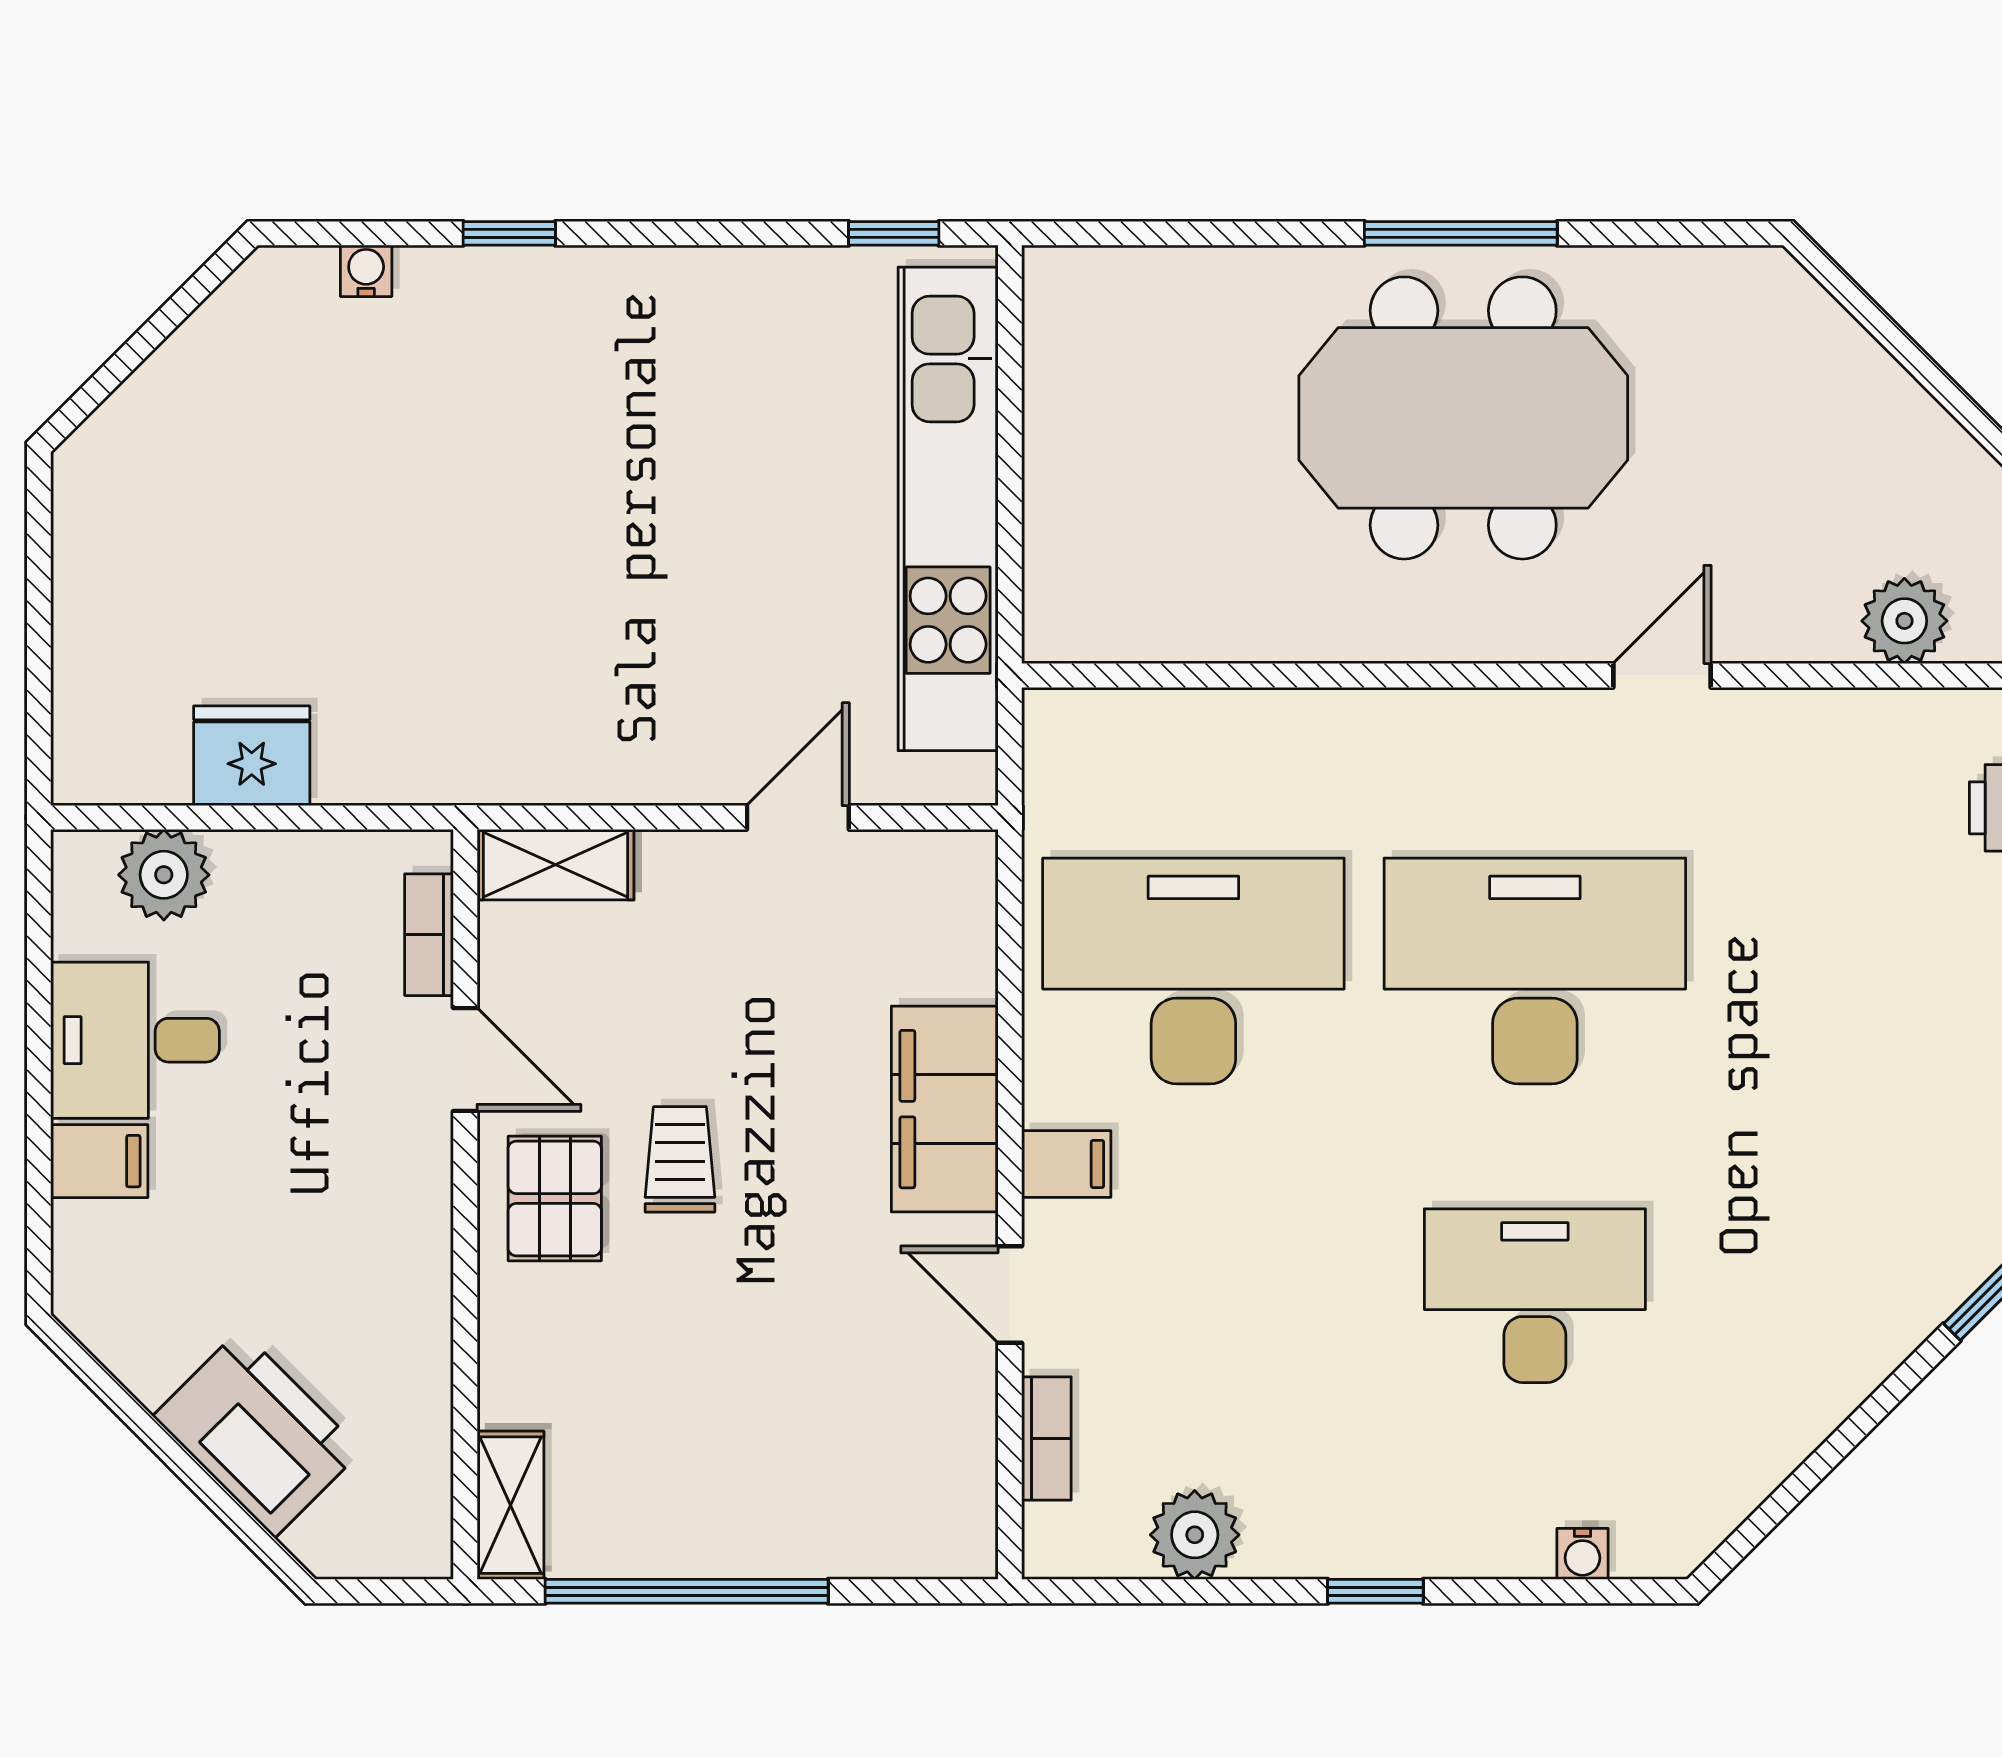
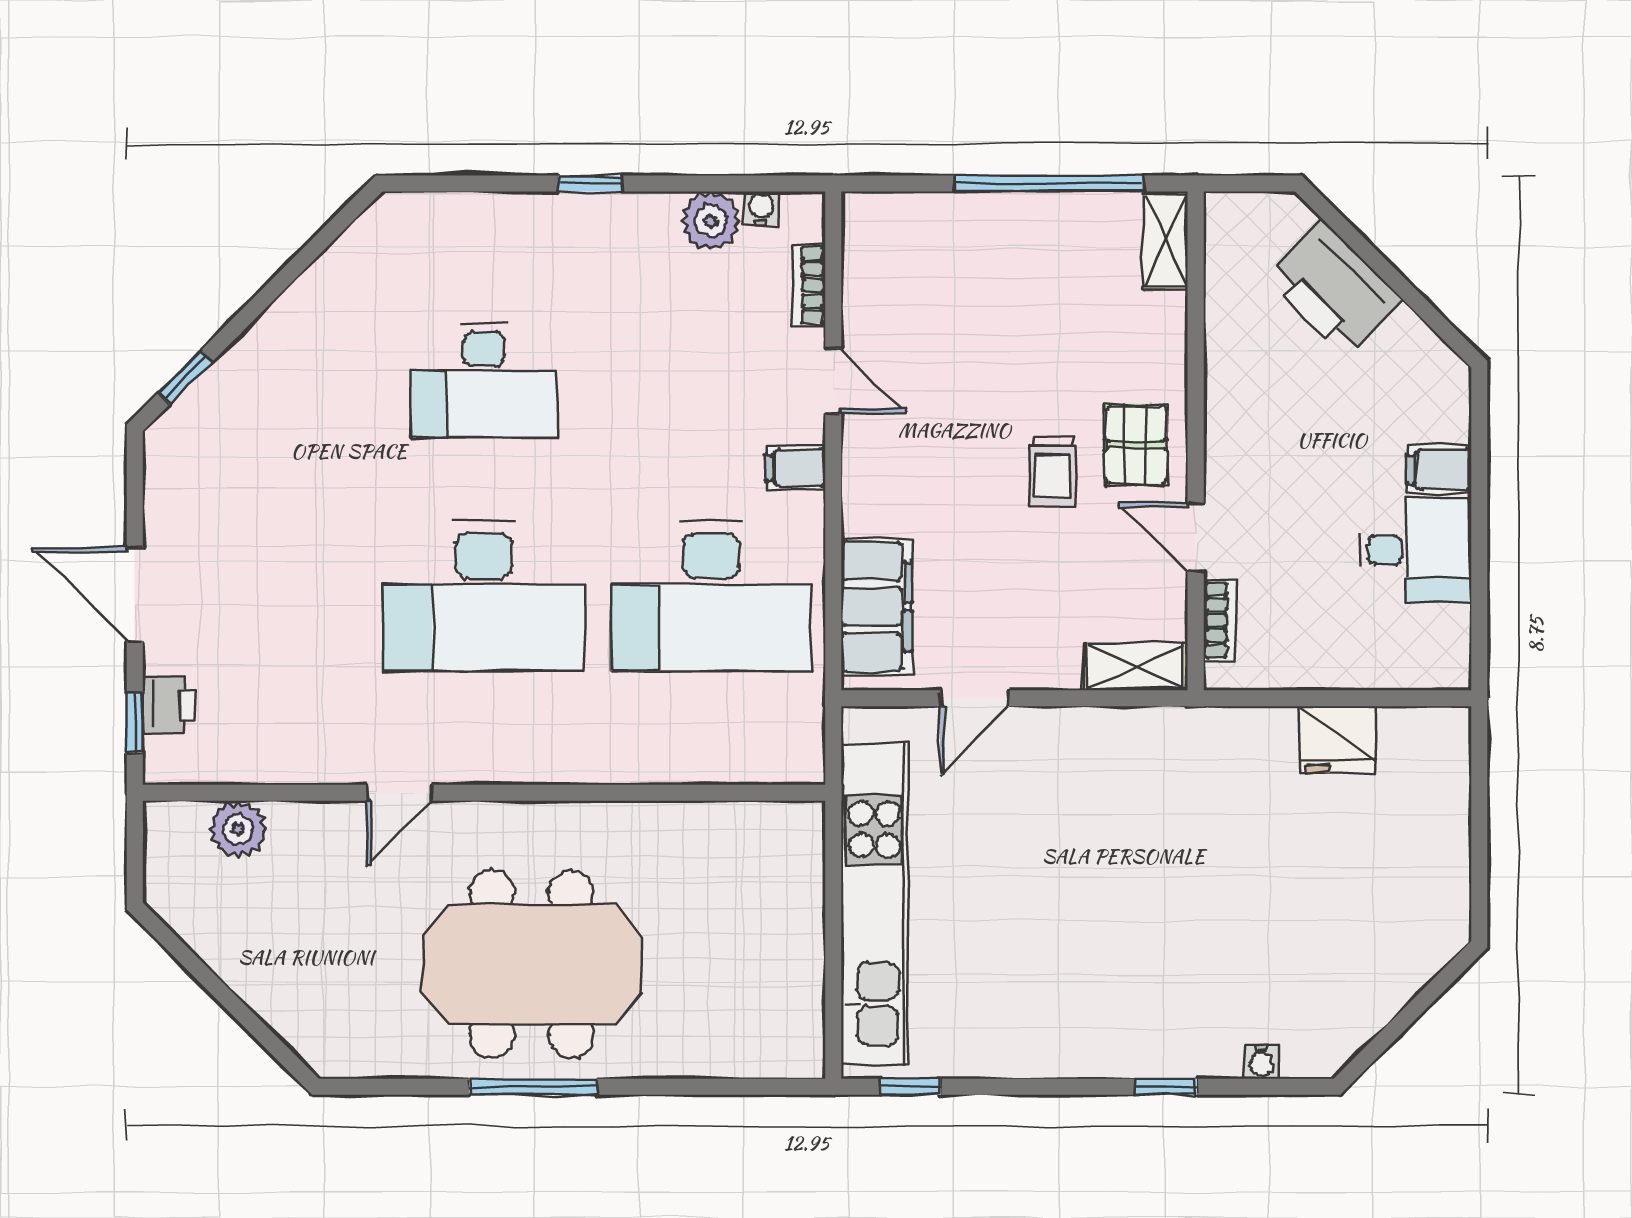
plant: (164, 875) -> (1396, 660), removed
filing cabinet: (945, 1109) -> (877, 607), moved
water cooler: (1582, 1554) -> (761, 208), moved

